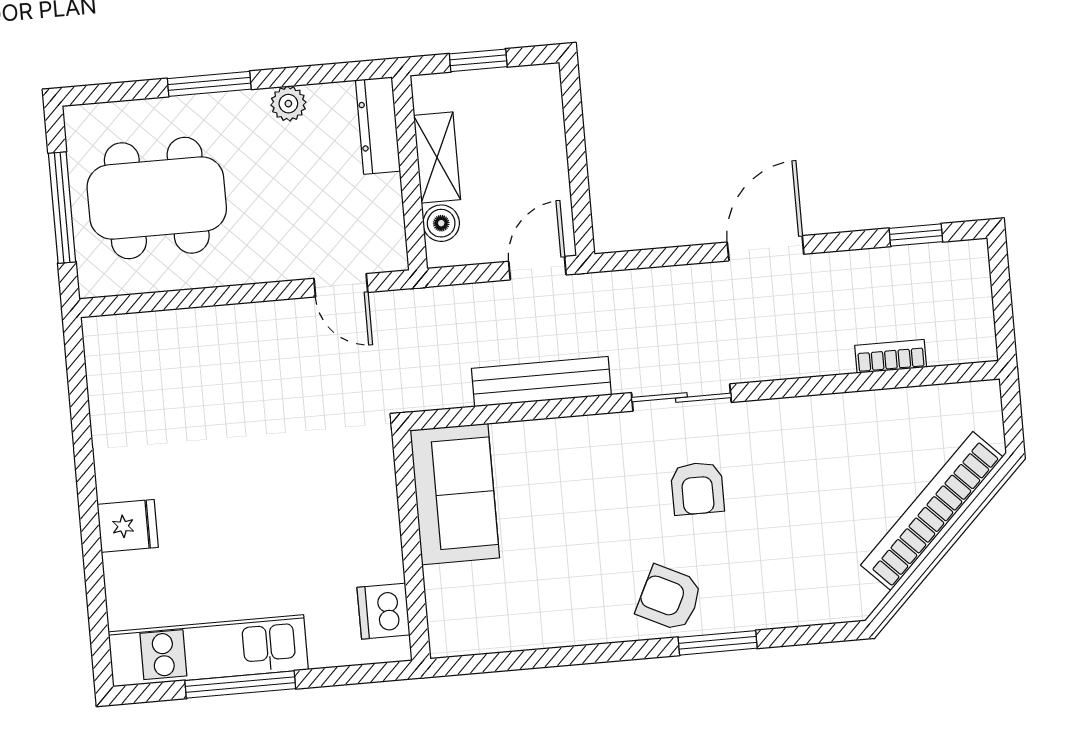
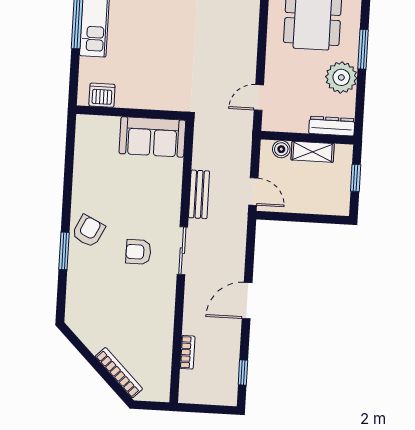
plant: (288, 104) -> (341, 77), width x1.87, depth x1.87
door: (766, 248) -> (247, 301), swing flipped
bench: (541, 382) -> (199, 194), width x0.73
bookcase: (932, 511) -> (119, 373), width x0.68, depth x0.76

